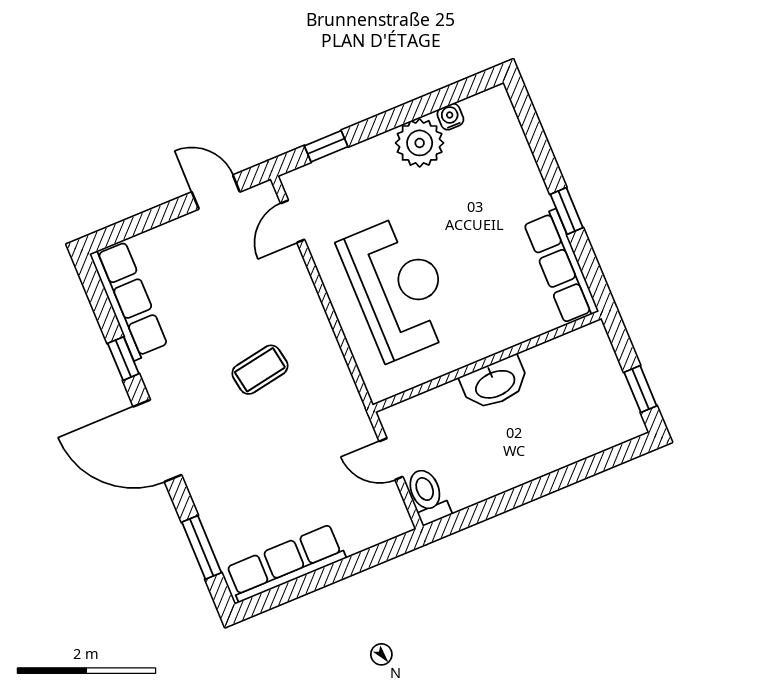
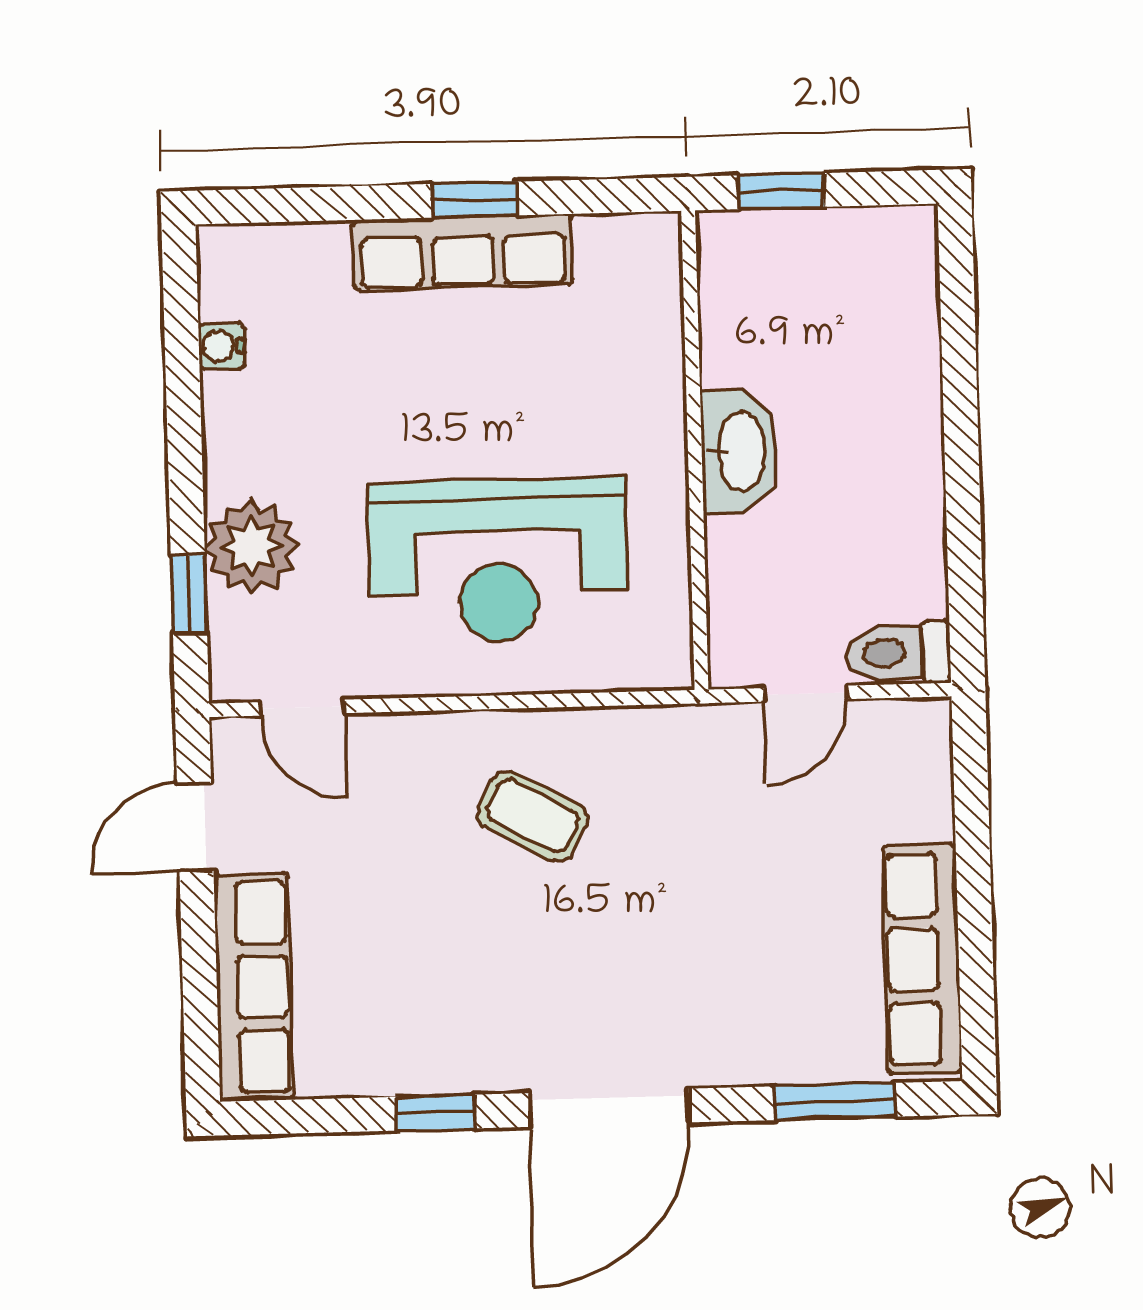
plant: (420, 143) -> (252, 547), moved
row of seats: (561, 267) -> (463, 252), moved
reception desk: (398, 288) -> (498, 561), turned 180
row of seats: (129, 300) -> (254, 987), moved, turned 90
coffee table: (260, 370) -> (533, 816), moved, turned -52
window: (640, 389) -> (781, 191), moved

